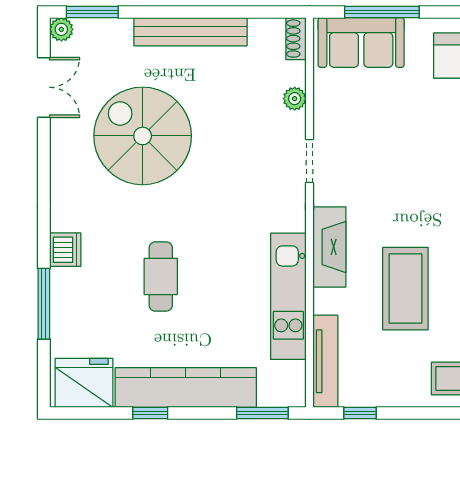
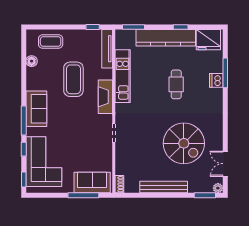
plant: (295, 99) -> (120, 159), removed
dishwasher: (65, 250) -> (216, 80), moved

